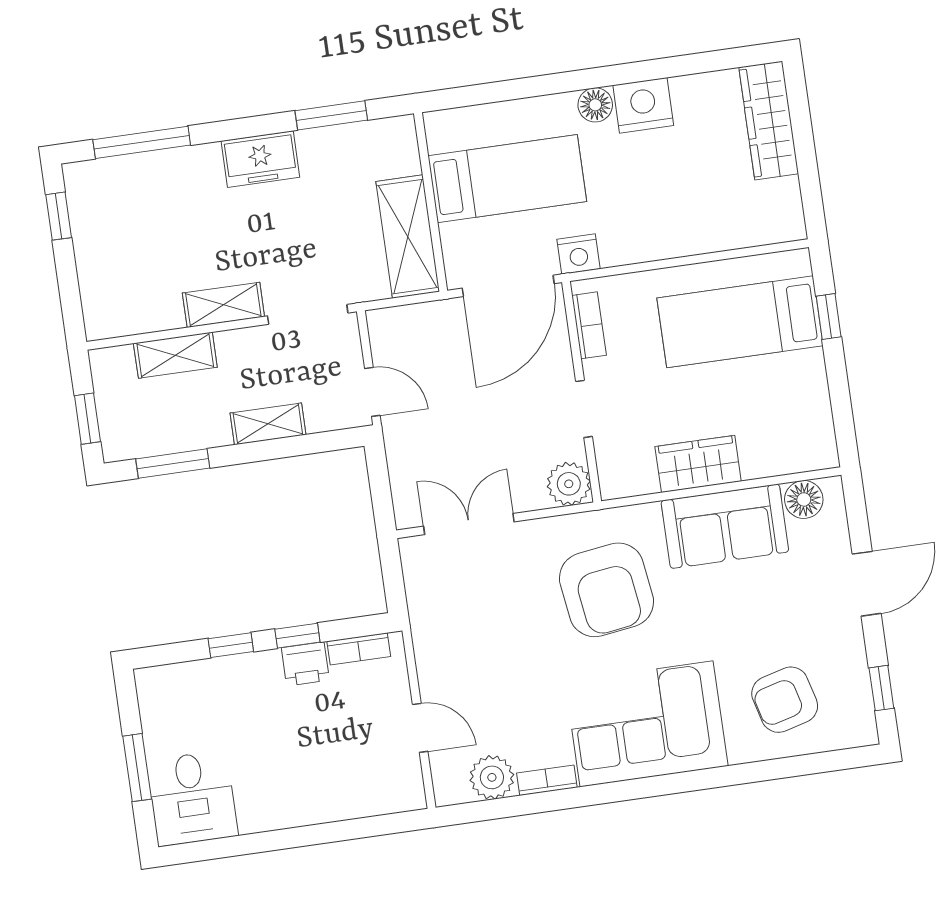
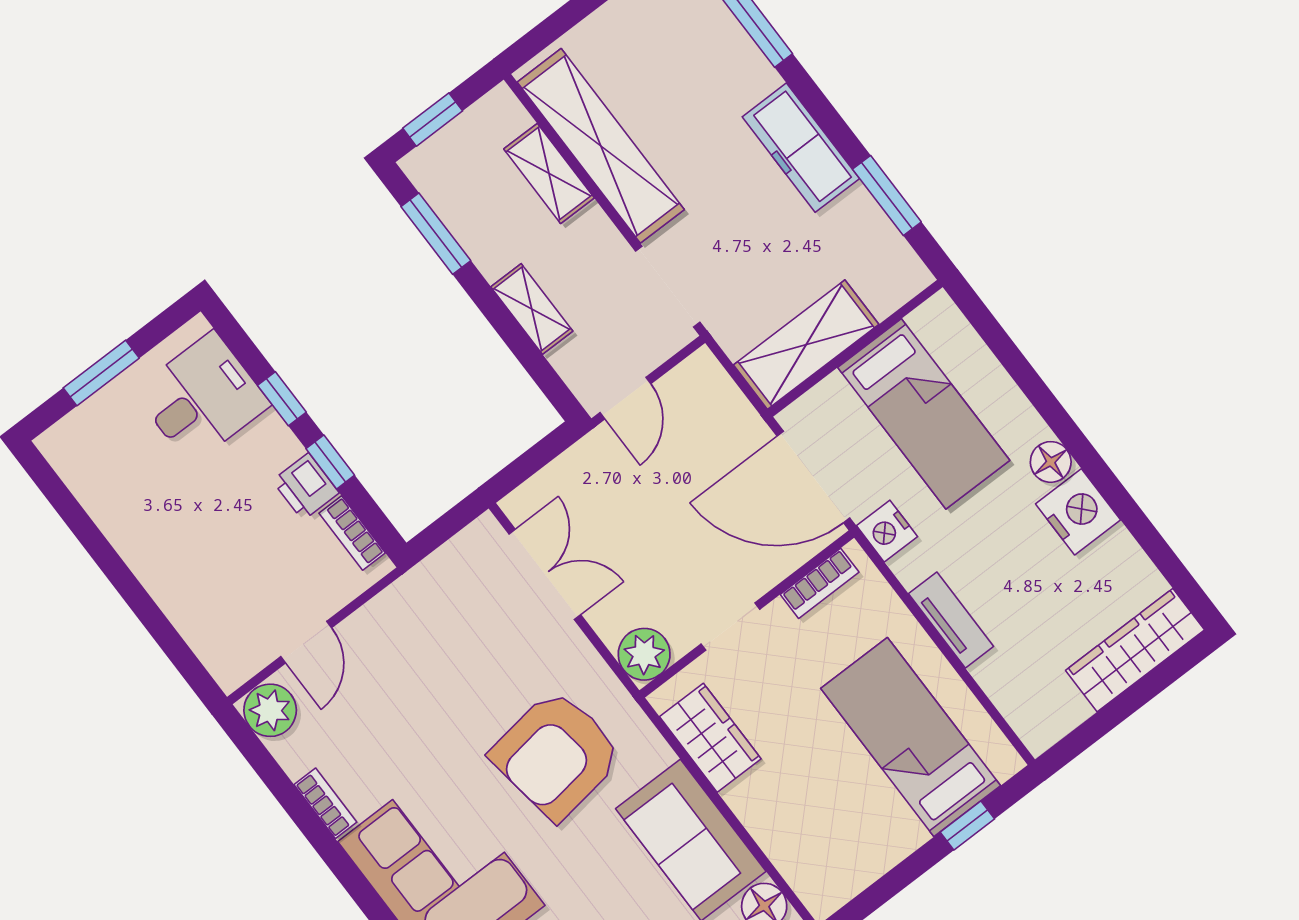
freezer: (260, 159) -> (801, 148), width x1.40
tv unit: (670, 244) -> (951, 620), added
shelving: (223, 305) -> (601, 146), width x2.20, depth x1.33
wardrobe: (698, 464) -> (710, 738), moved
plant: (492, 777) -> (270, 710), moved
desk: (192, 798) -> (202, 398), moved, turned 180

